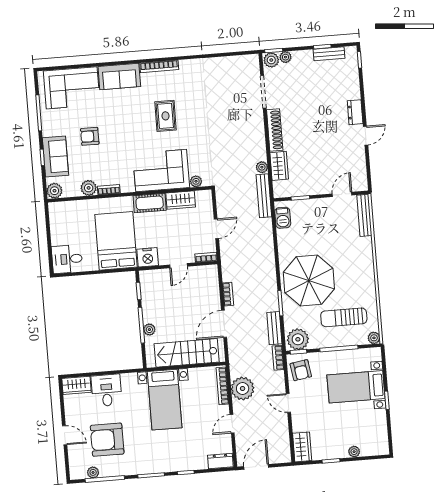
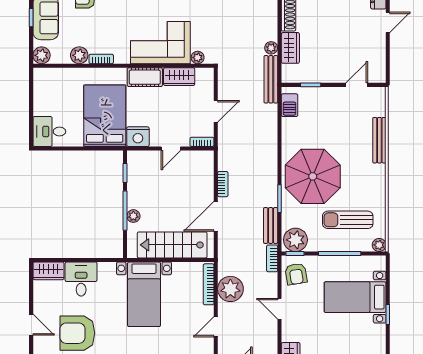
bench: (364, 215) -> (379, 140), moved

